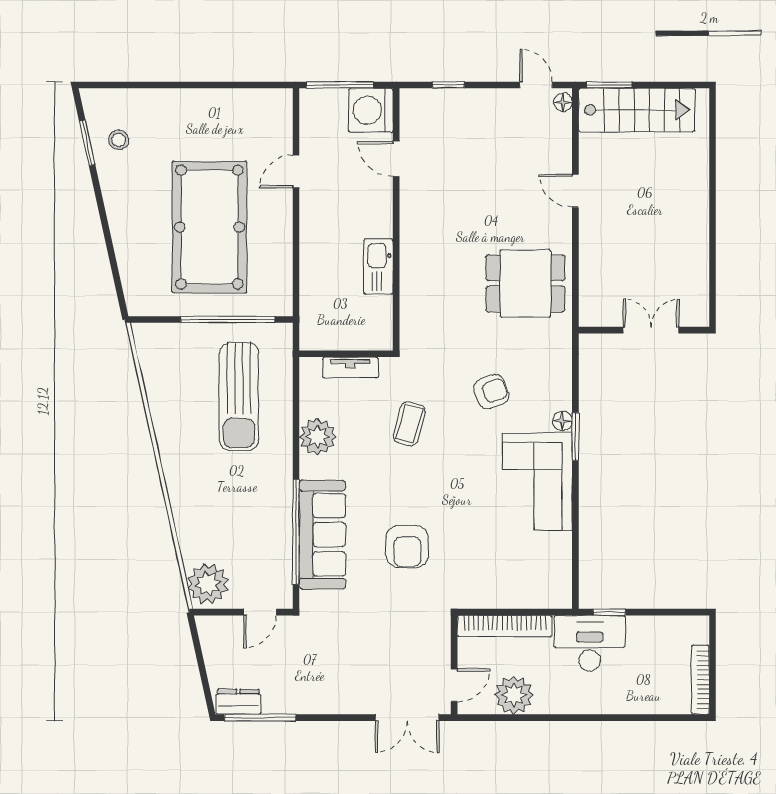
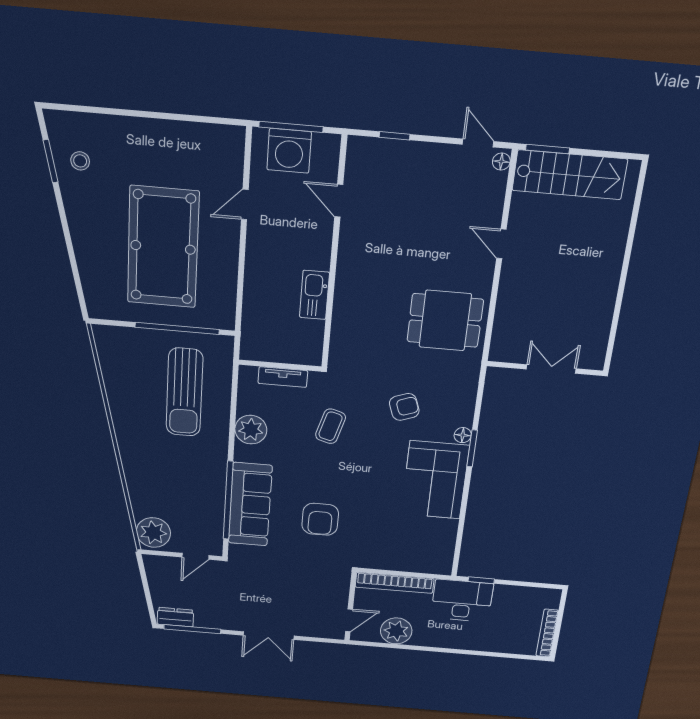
washing machine: (371, 110) -> (289, 151), moved, turned -90
double door: (407, 718) -> (269, 636), moved

